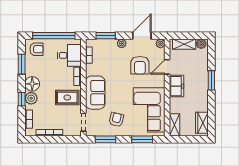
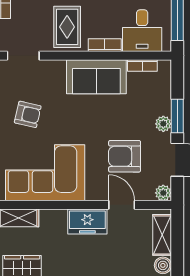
window: (106, 36) -> (177, 116), moved
sofa: (95, 93) -> (96, 77), moved

